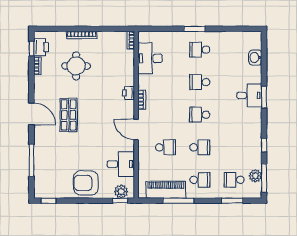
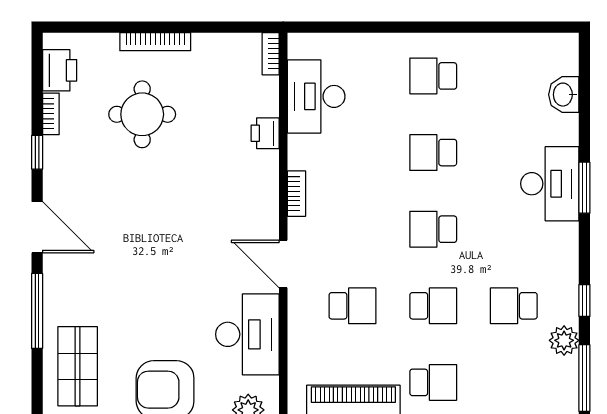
window: (195, 29) -> (421, 27), removed
window: (31, 49) -> (37, 152), moved
printer: (128, 93) -> (265, 133), moved
desk: (249, 95) -> (550, 184), width x1.37
shop shelf: (69, 115) -> (78, 366), moved
window: (31, 160) -> (37, 311), moved
desk: (121, 164) -> (247, 334), width x1.37
plant: (255, 176) -> (564, 340), moved
school desk: (234, 180) -> (514, 306), moved

